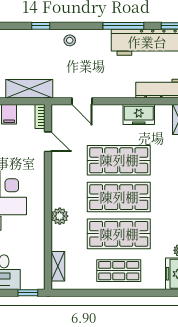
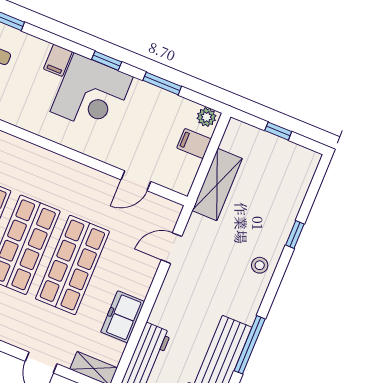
bookcase: (40, 117) -> (174, 184), removed
plant: (60, 216) -> (30, 155), removed

